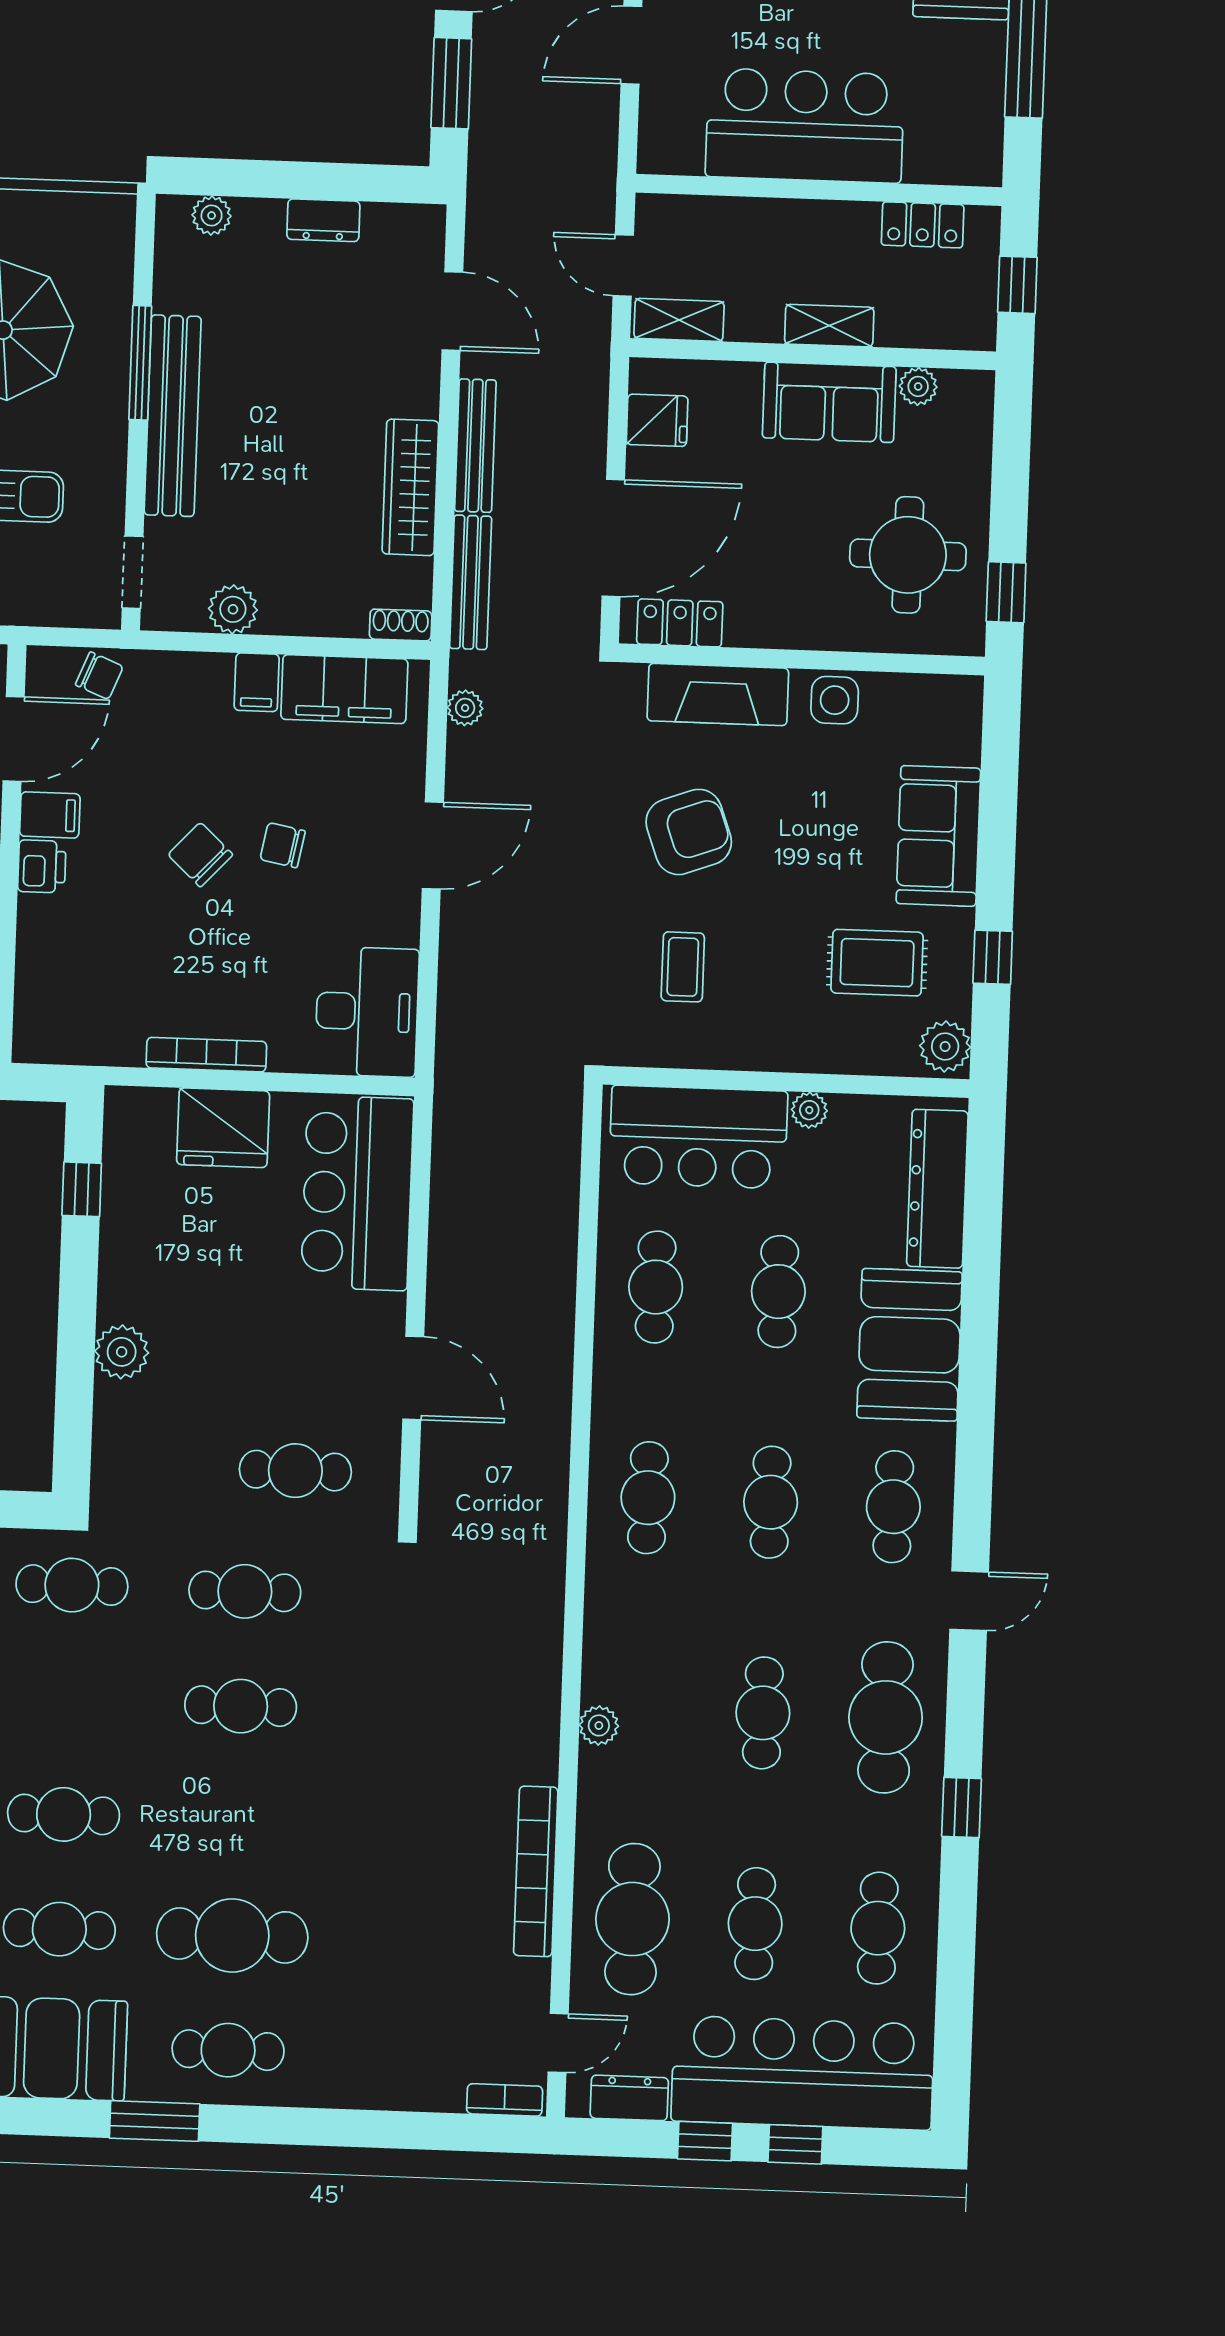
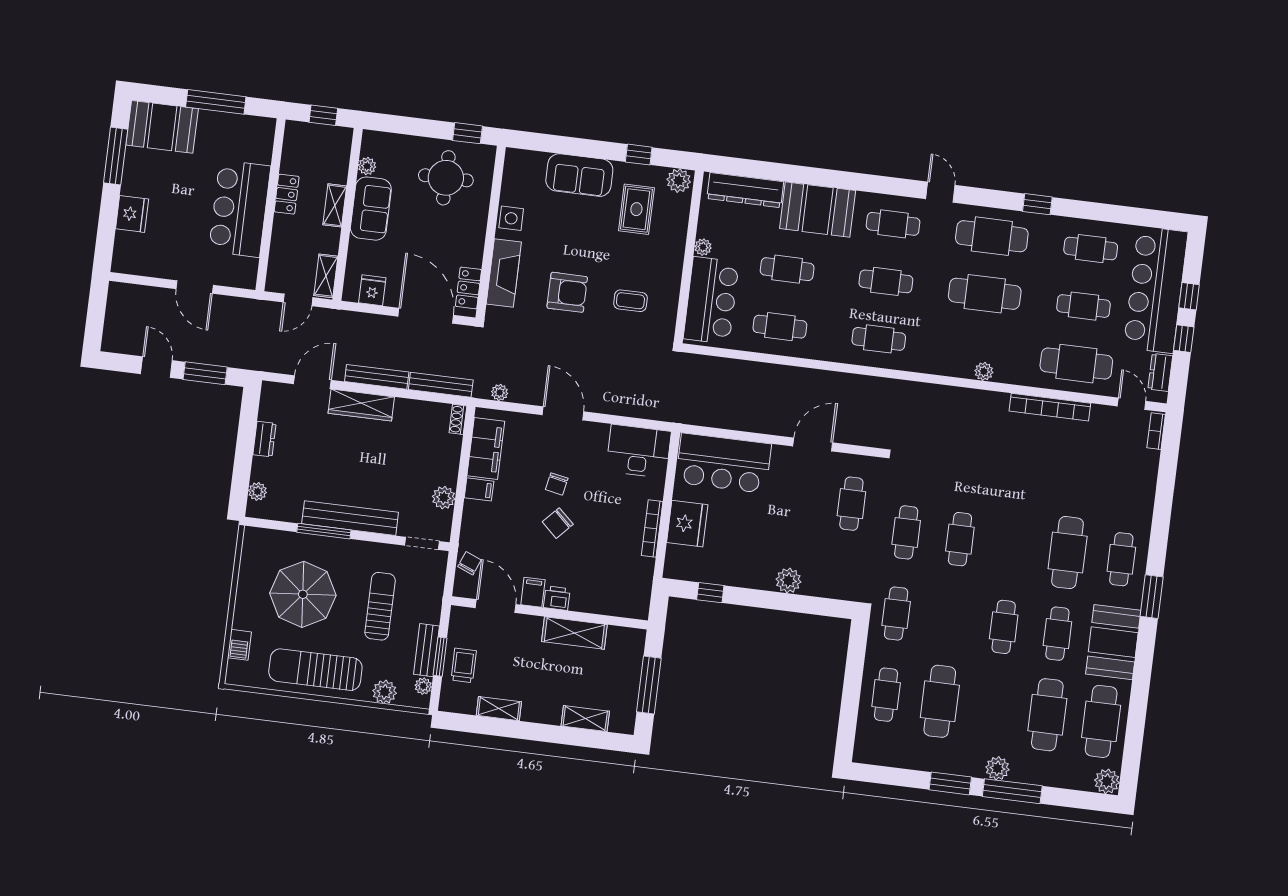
locker: (923, 225) -> (287, 194), moved
wardrobe: (410, 487) -> (361, 405), moved
armchair: (689, 832) -> (567, 292), turned 110
cafe table: (763, 1713) -> (985, 294), width x1.37, depth x1.35

